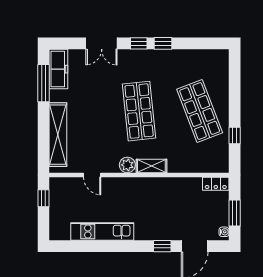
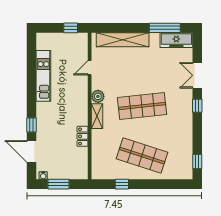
window: (163, 43) -> (197, 162), moved
shop shelf: (200, 111) -> (142, 156), turned 39
locker: (216, 184) -> (83, 136), moved

